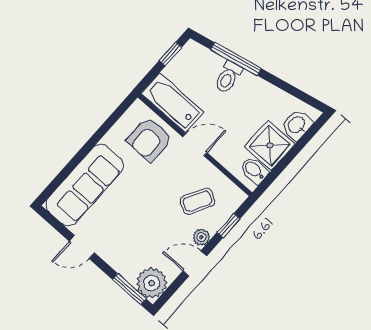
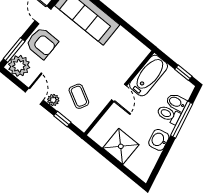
washbasin: (297, 125) -> (159, 140), moved, turned -102
armchair: (149, 139) -> (42, 43), moved, turned 180
bidet: (254, 170) -> (176, 102), moved, turned -102

